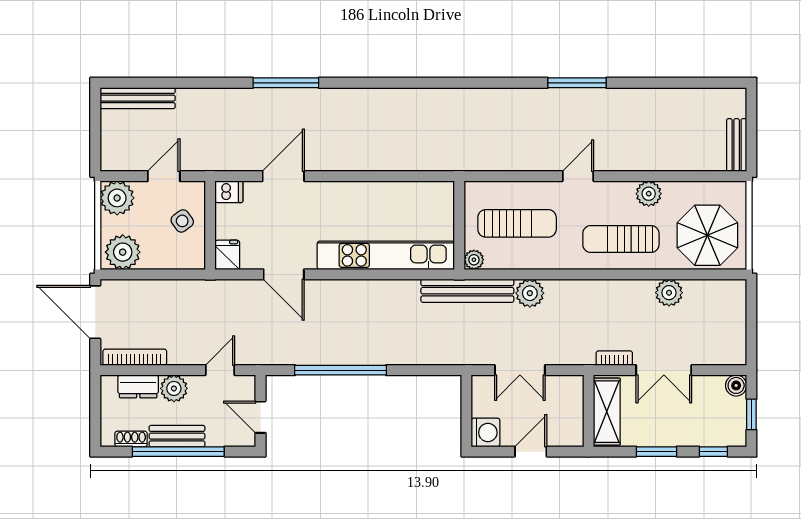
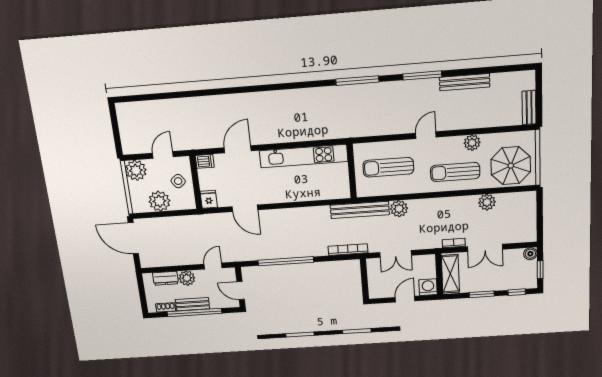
window: (286, 83) -> (357, 81), moved
bench: (138, 98) -> (465, 82), moved
sun lounger: (517, 223) -> (388, 167), turned 180
plant: (123, 252) -> (159, 201), moved
kitchen unit: (386, 255) -> (304, 156), moved, turned 180
plant: (474, 260) -> (363, 191), removed
bookcase: (135, 357) -> (348, 250), moved
washing machine: (486, 432) -> (428, 287), moved, turned -90

